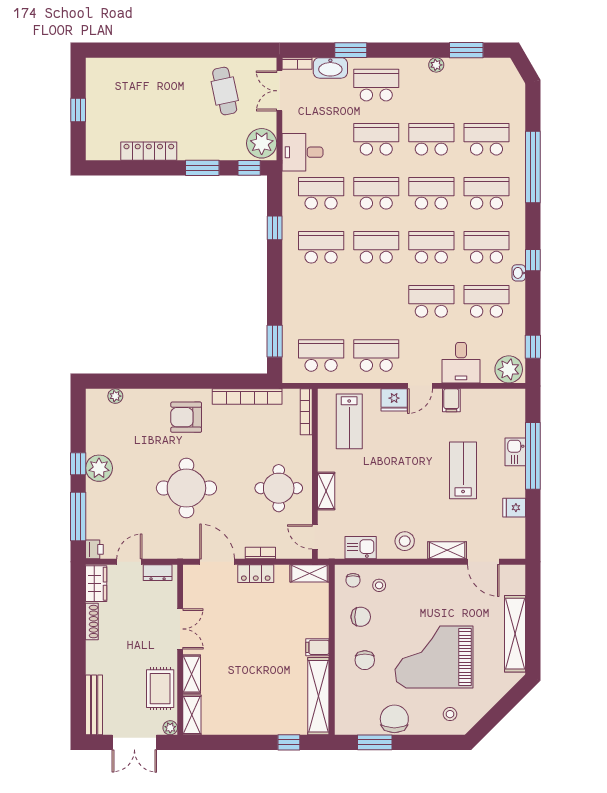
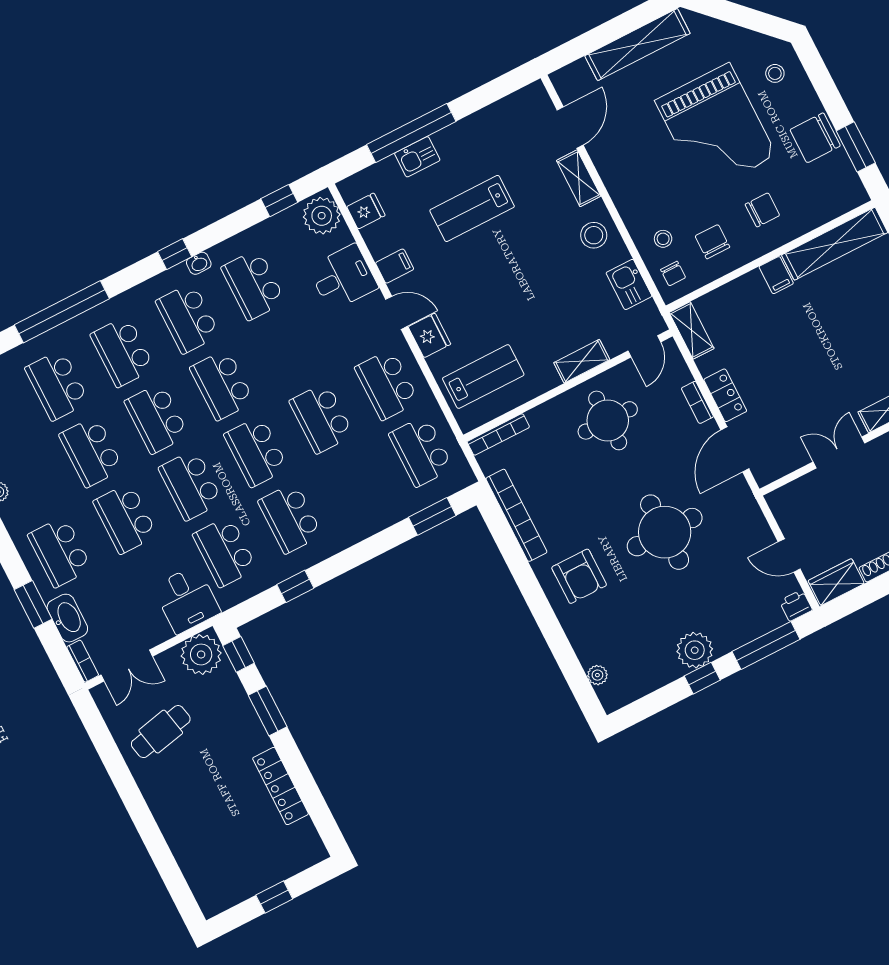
school desk: (431, 301) -> (321, 418), moved
fridge: (514, 508) -> (366, 211), moved, turned -90
dresser: (158, 573) -> (785, 515), removed
chair: (353, 580) -> (673, 274), turned 90

